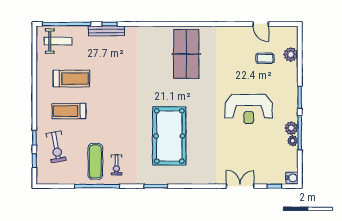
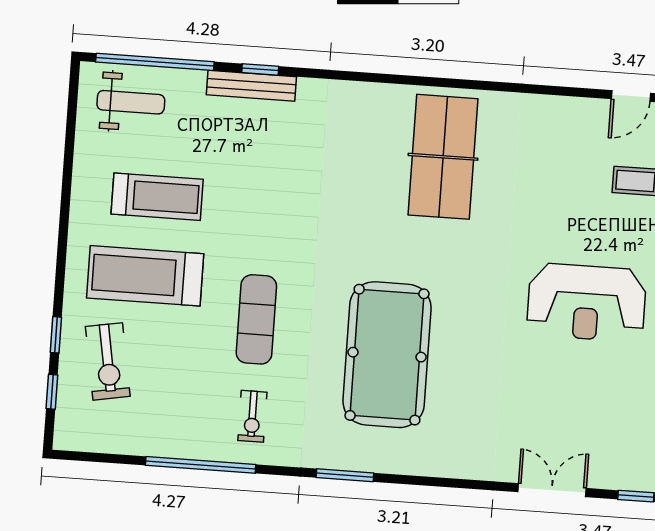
door: (261, 24) -> (631, 96), hinge flipped
treadmill: (69, 111) -> (145, 276), width x1.37, depth x1.38
exercise mat: (95, 161) -> (256, 319), moved

